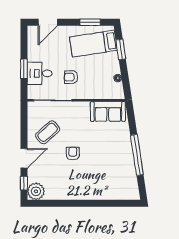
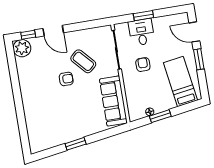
window: (90, 22) -> (199, 59), moved
window: (121, 49) -> (160, 116), moved
sofa: (108, 111) -> (113, 101), width x1.36
coffee table: (48, 132) -> (83, 61), moved
window: (137, 155) -> (76, 144), width x0.47

